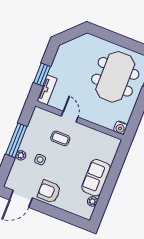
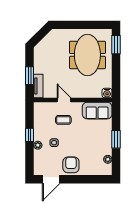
window: (16, 140) -> (30, 135), width x0.46
sofa: (96, 178) -> (97, 111), moved, turned -90
window: (110, 183) -> (116, 139), added
armchair: (49, 192) -> (71, 165), turned 90

